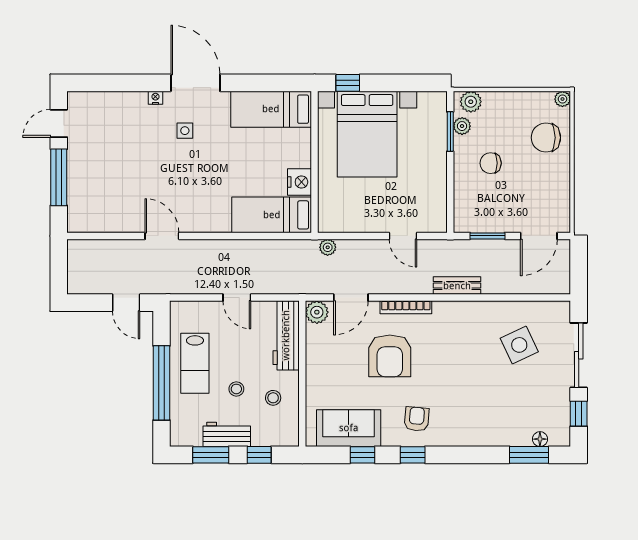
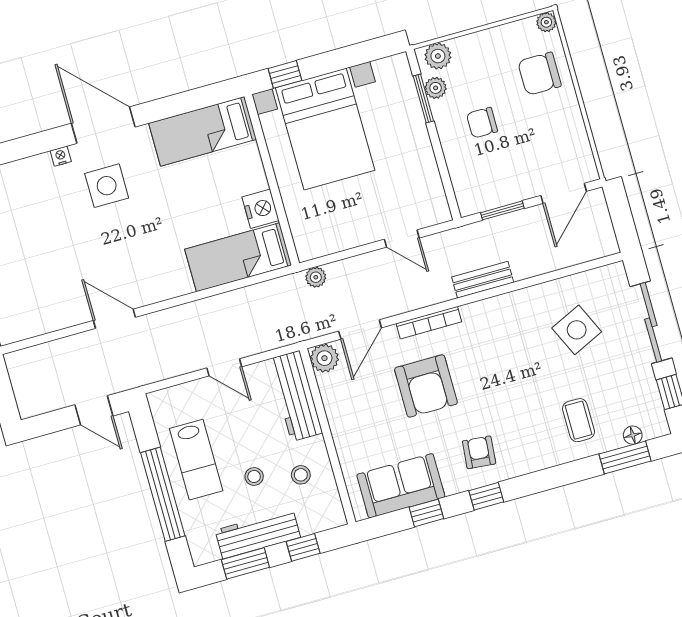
side table: (185, 131) -> (107, 186), width x1.87, depth x1.87
coffee table: (501, 416) -> (579, 420), added
workbench: (227, 434) -> (258, 534), width x1.38

